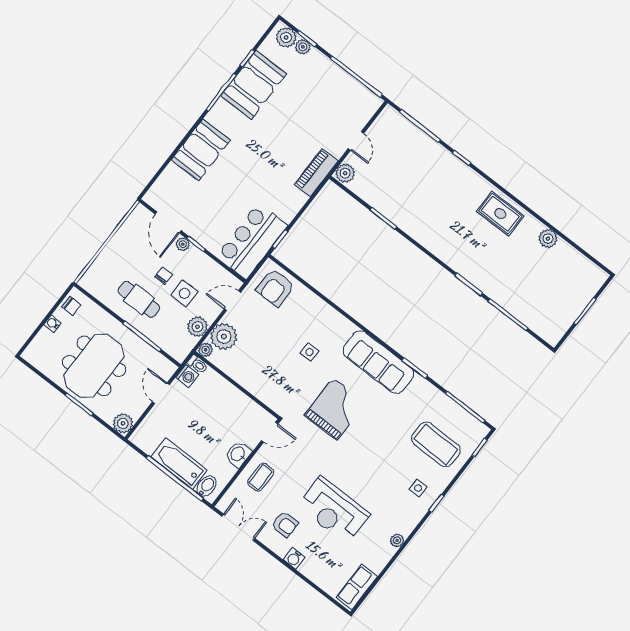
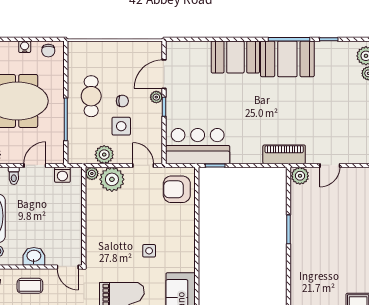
booth: (254, 85) -> (287, 59), moved
toilet: (198, 364) -> (14, 176), moved

